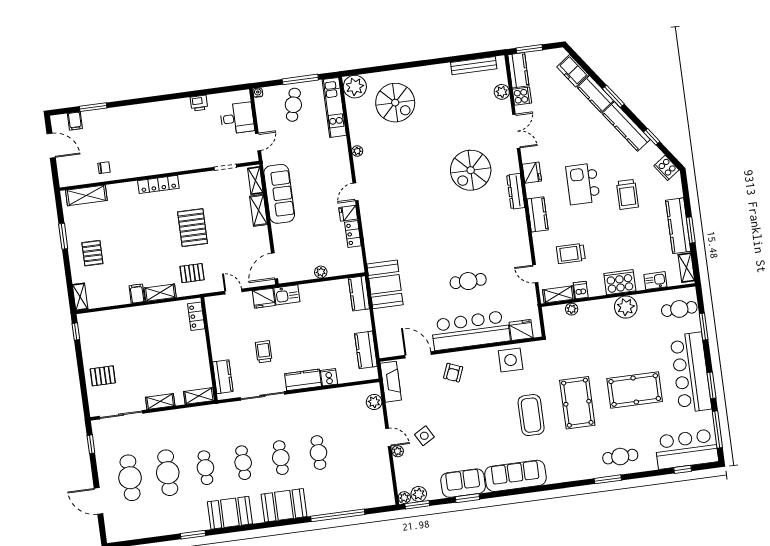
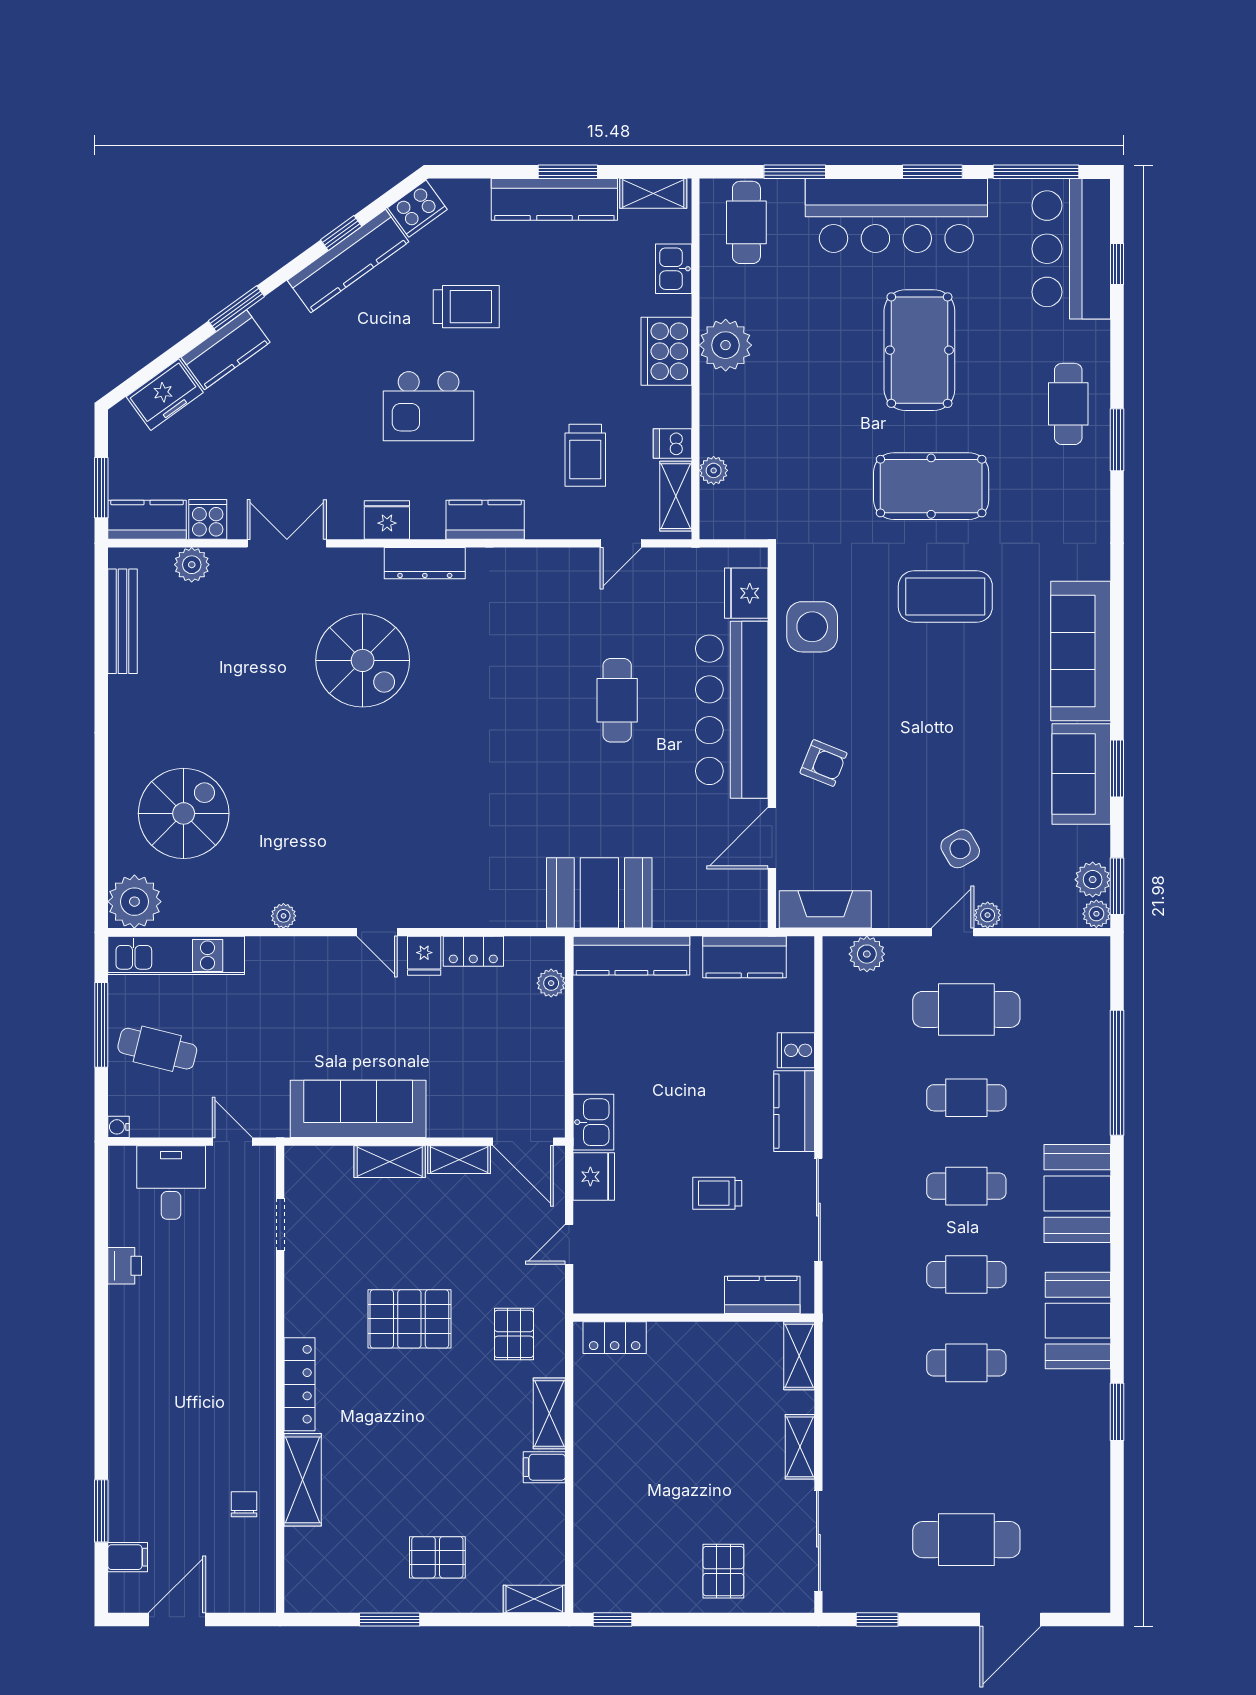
kitchen counter: (626, 126) -> (348, 261), moved
shelving: (255, 181) -> (459, 1160), moved
shelving: (86, 195) -> (303, 1480), moved
plant: (321, 272) -> (551, 983), moved
kitchen counter: (359, 293) -> (631, 956), width x1.50
cafe table: (168, 473) -> (966, 1009), moved

